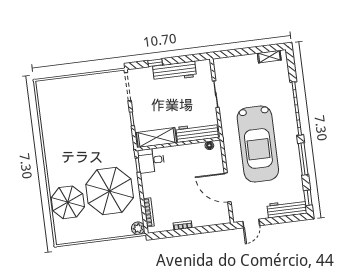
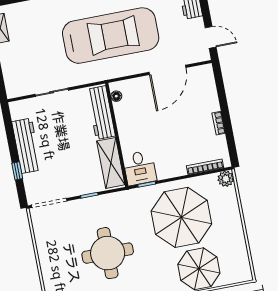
round table: (85, 130) -> (108, 253), added

